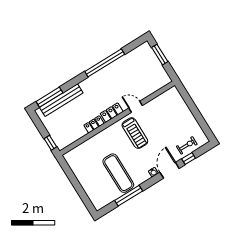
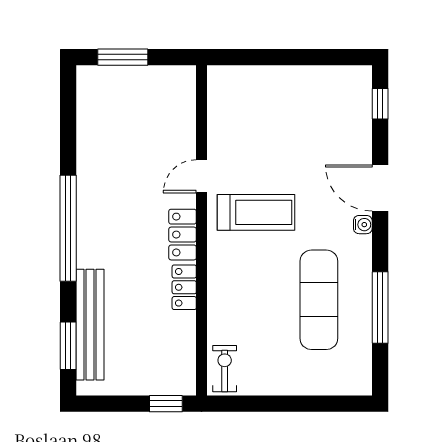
window: (105, 63) -> (68, 228), moved
window: (49, 97) -> (68, 346), width x0.69
exercise bike: (187, 145) -> (225, 369), moved
window: (189, 159) -> (380, 104), moved
exercise mat: (118, 173) -> (319, 300), turned 90

